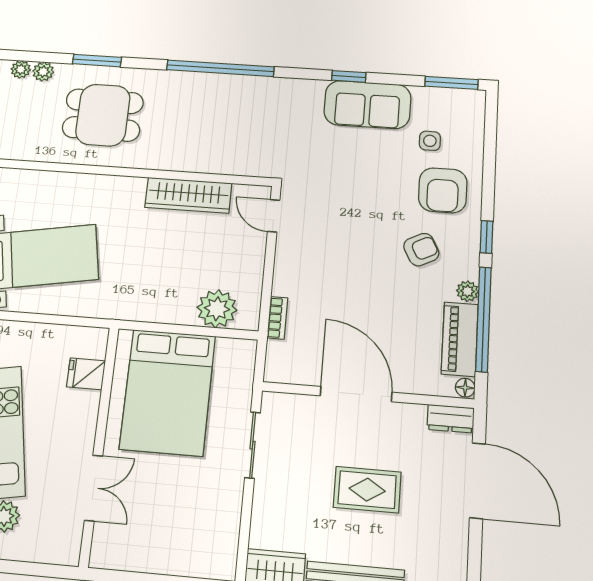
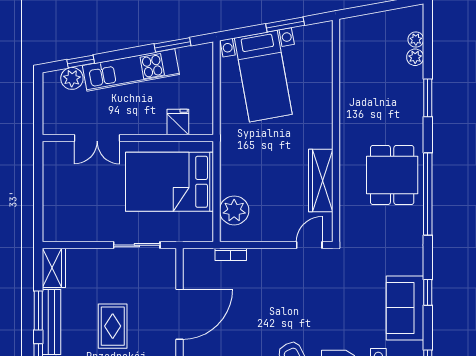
dining table: (103, 115) -> (392, 175), moved

